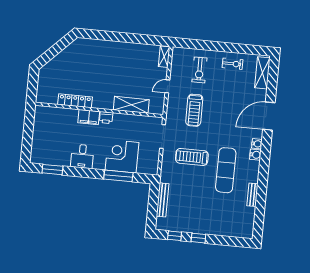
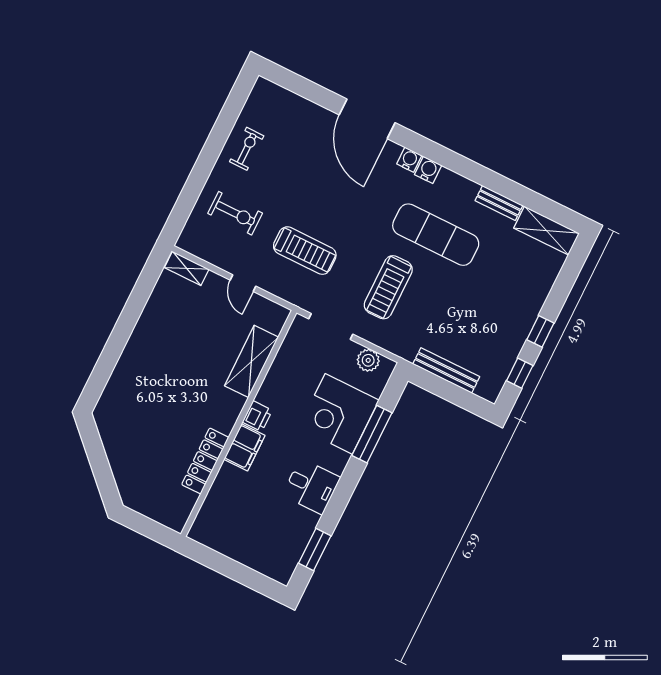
shelving: (262, 73) -> (547, 231), moved
plant: (153, 161) -> (368, 360), added

